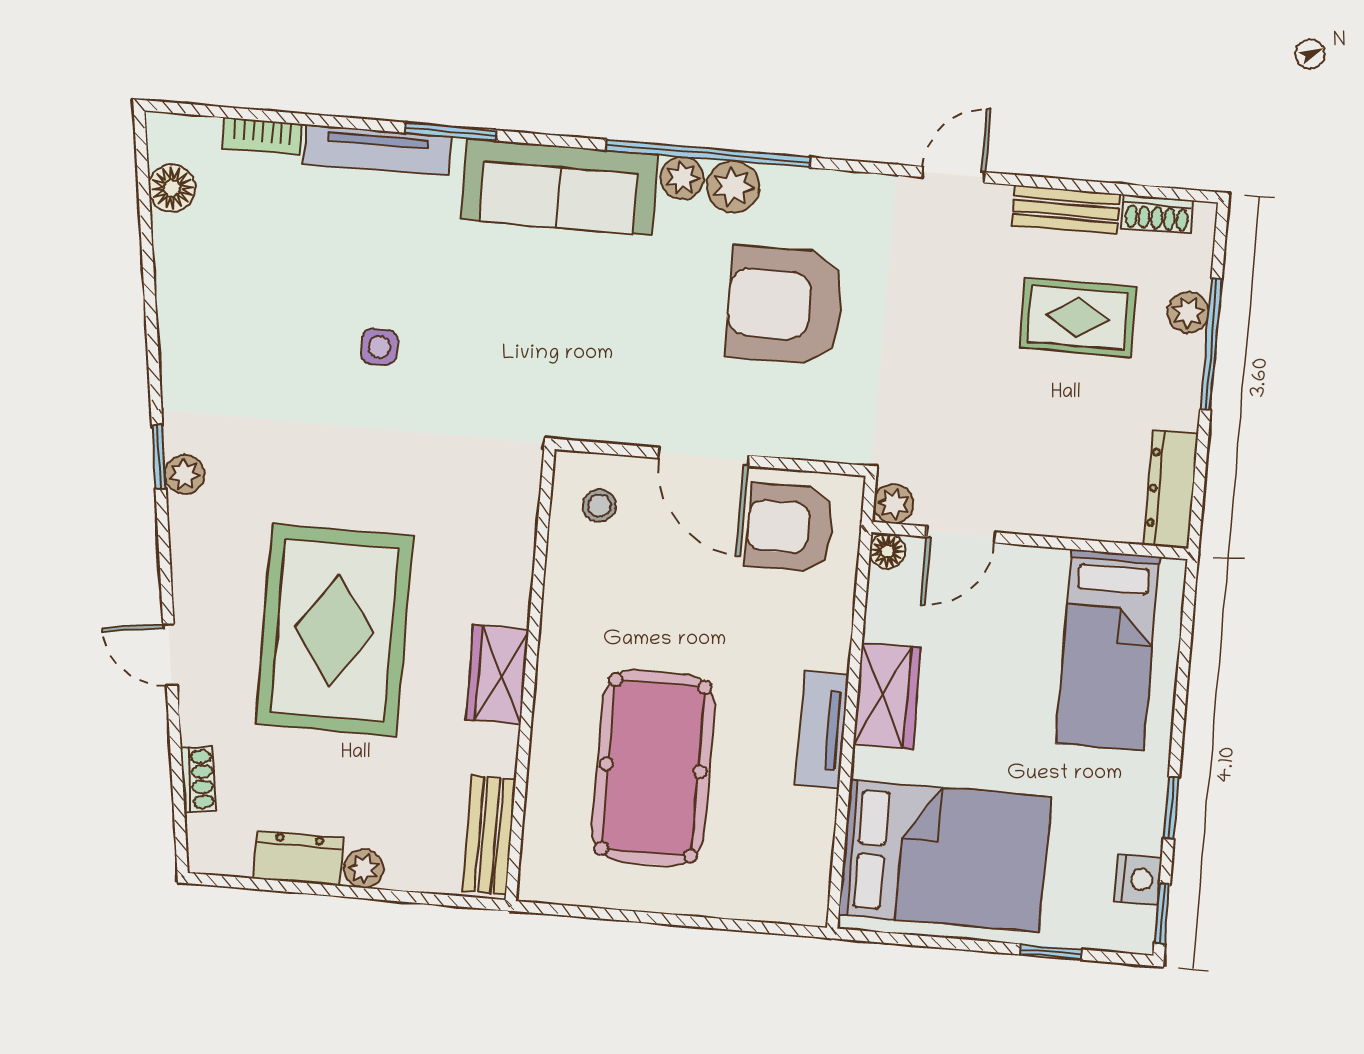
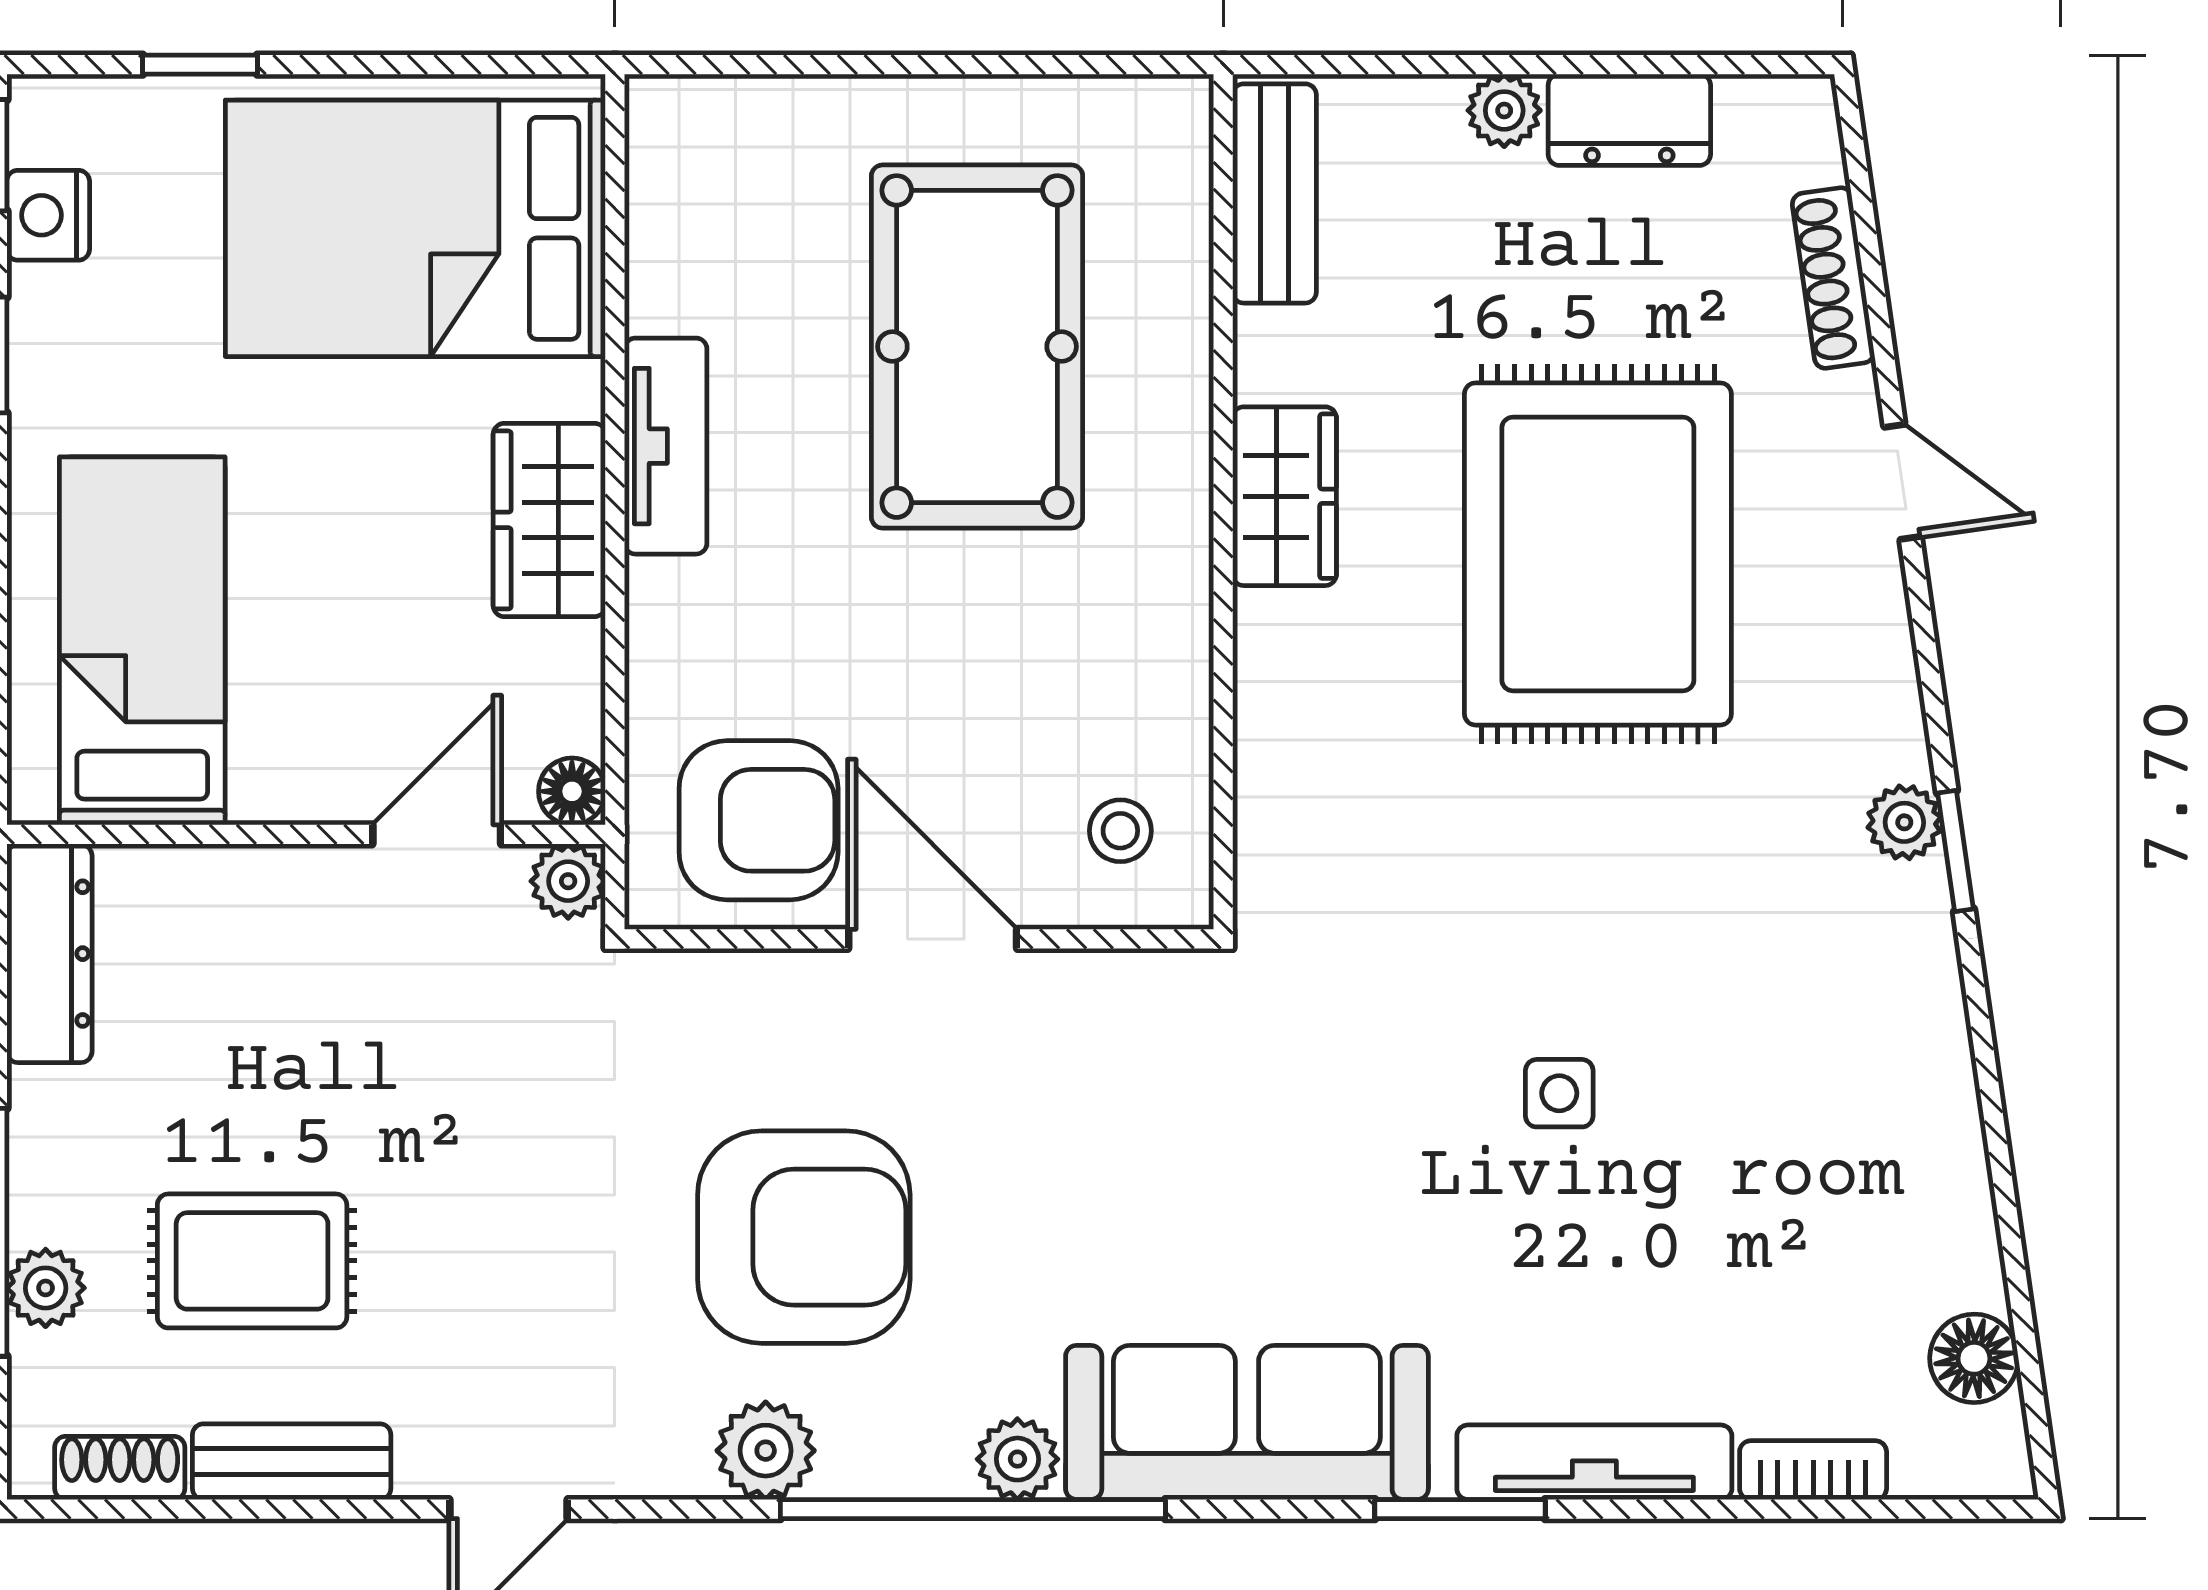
plant: (733, 187) -> (766, 1451), moved
shoe rack: (198, 779) -> (1833, 278), width x1.43

